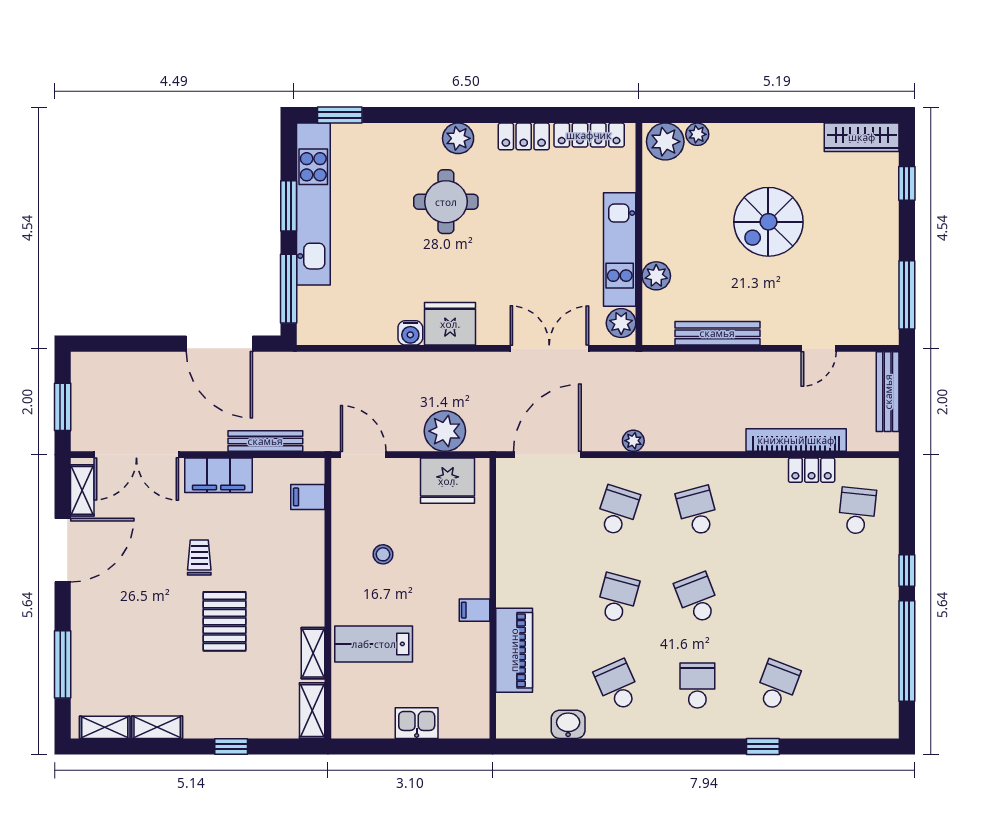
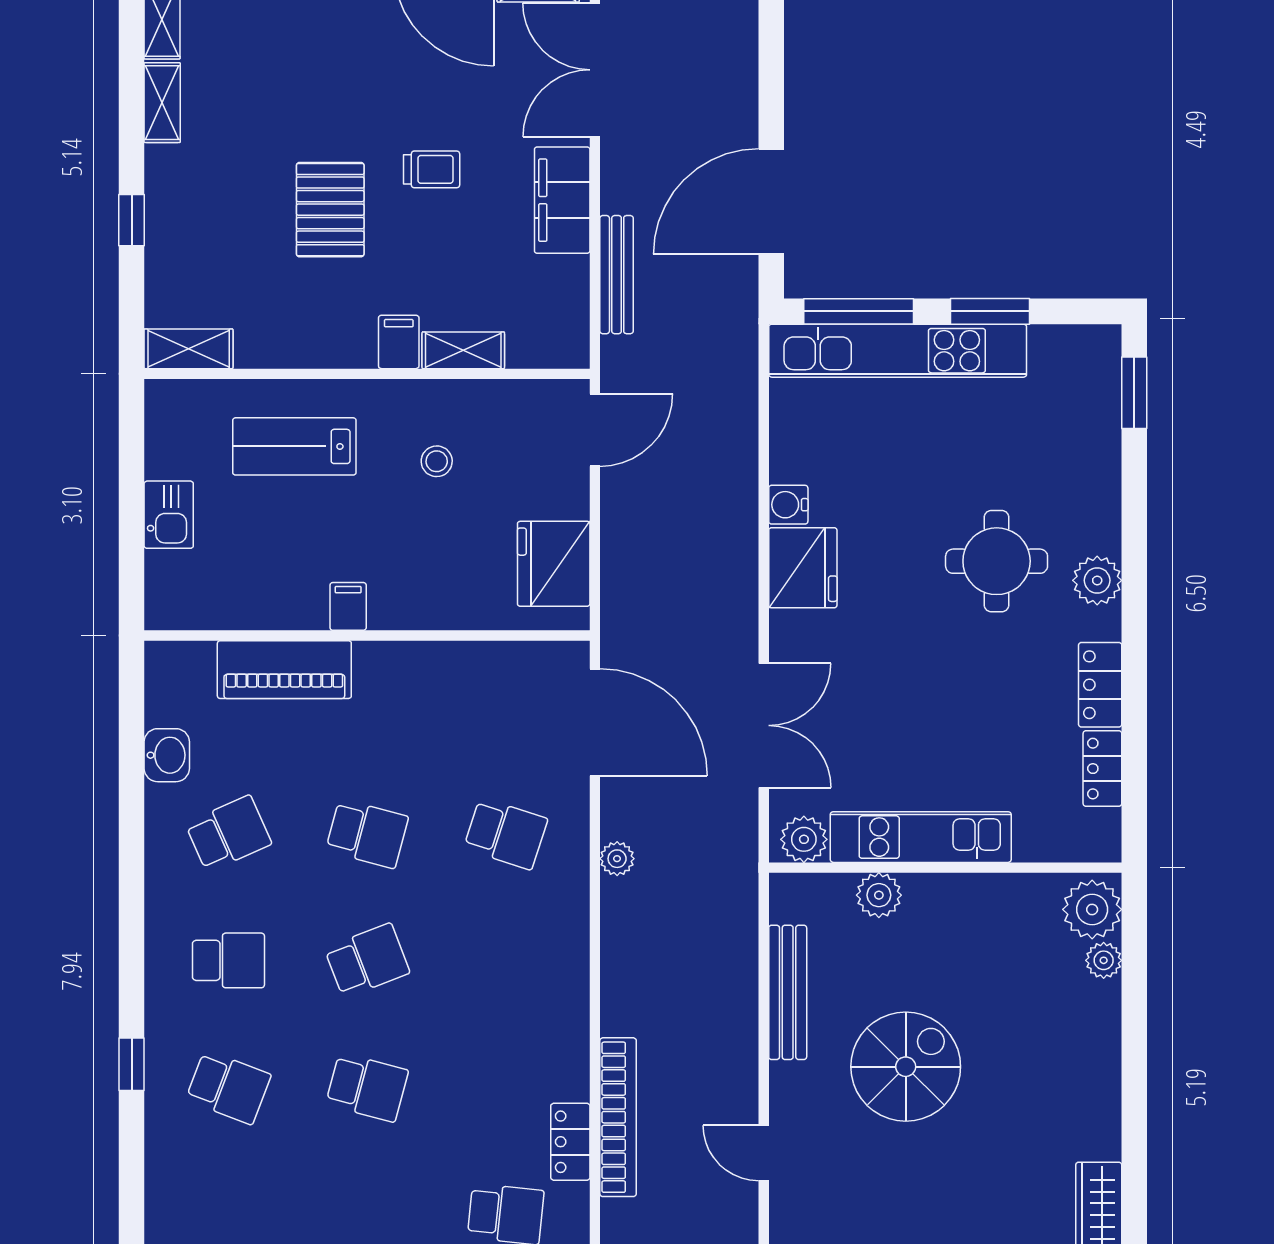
locker: (589, 135) -> (1102, 769), width x0.66
kitchen unit: (313, 204) -> (898, 351), moved
spiral stairs: (768, 222) -> (906, 1067), moved, turned 90
plant: (445, 431) -> (632, 560), removed
filing cabinet: (308, 497) -> (399, 342), moved
school desk: (697, 511) -> (367, 1087), moved, turned 30
pallet: (225, 621) -> (330, 210), turned 90
lab bench: (374, 644) -> (294, 446), turned -90
shelving: (313, 653) -> (463, 350), moved

